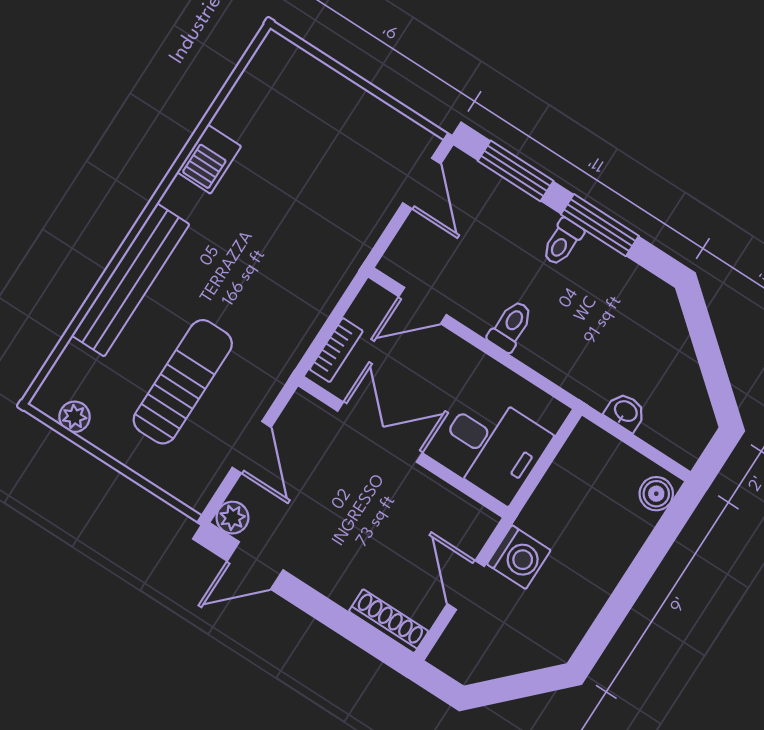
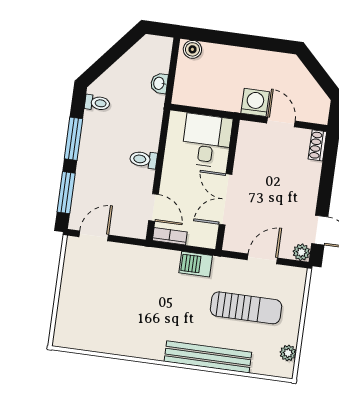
barbecue: (209, 159) -> (196, 264), moved, turned 180
toilet: (562, 242) -> (97, 103), moved
bookcase: (336, 350) -> (170, 236), moved
sun lounger: (183, 382) -> (246, 308), turned 180
door: (466, 585) -> (281, 122), swing flipped
shoe rack: (389, 621) -> (317, 145), width x0.70

